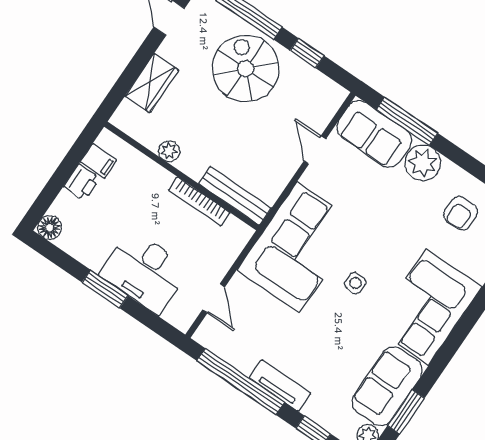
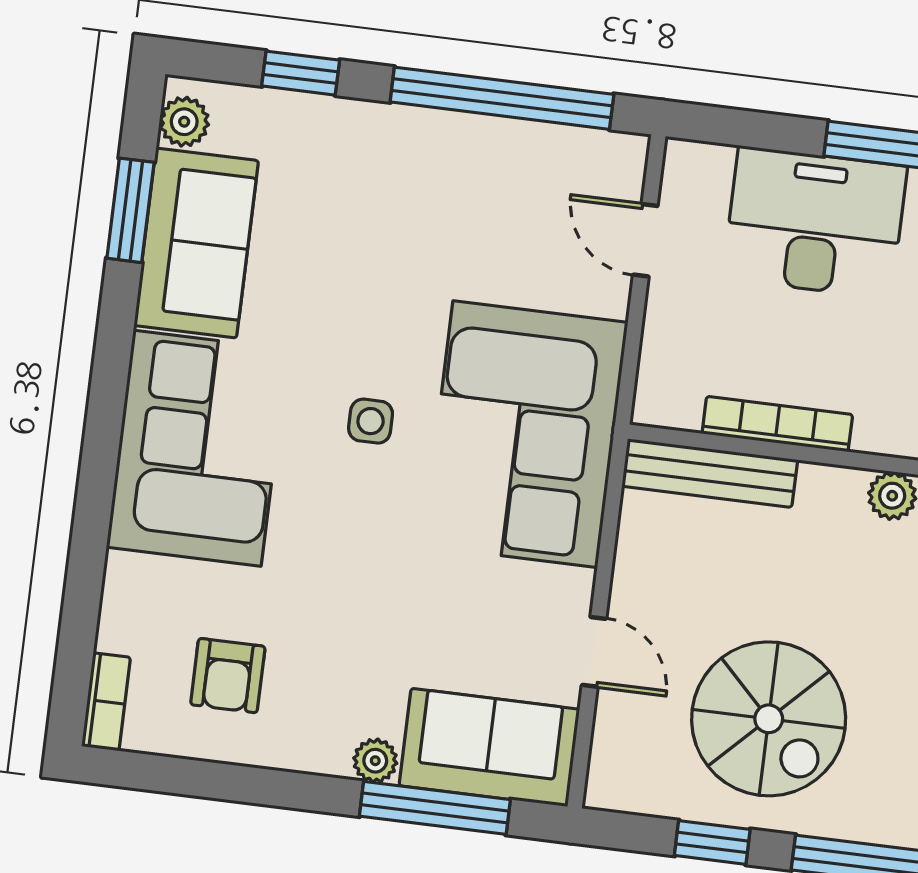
spiral stairs: (246, 69) -> (769, 719), moved
plant: (423, 163) -> (375, 761), width x0.53, depth x0.53
armchair: (461, 213) -> (228, 676), turned 180
tv unit: (280, 386) -> (417, 132), removed

